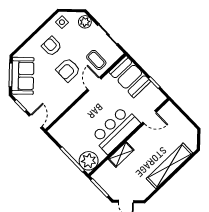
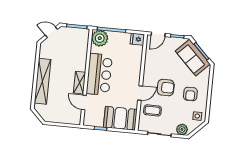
armchair: (52, 46) -> (190, 94), turned 90
armchair: (68, 70) -> (166, 88), turned 90
door: (94, 84) -> (140, 93), hinge flipped
door: (150, 117) -> (84, 102), hinge flipped
door: (36, 121) -> (158, 34), hinge flipped
fridge: (57, 132) -> (137, 39), added
shelving: (121, 154) -> (79, 83), moved

